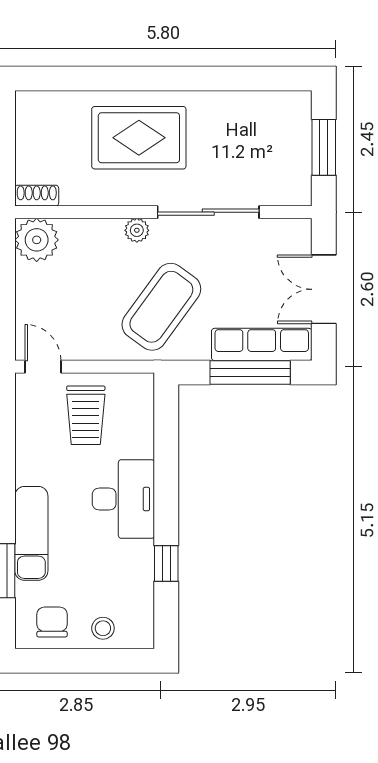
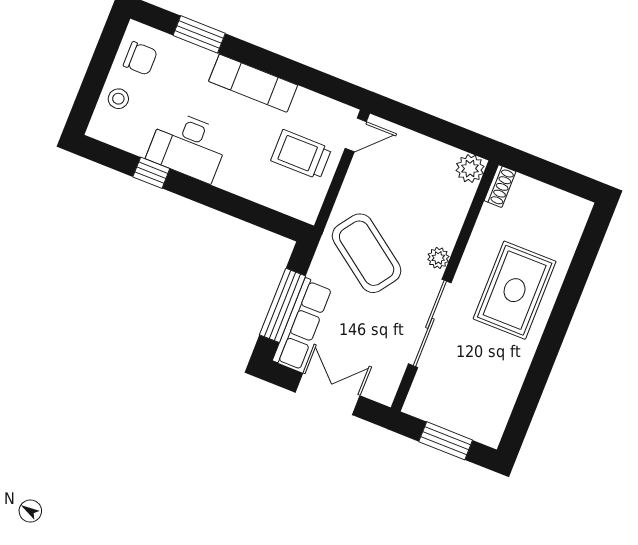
plant: (37, 240) -> (470, 169), width x0.73, depth x0.73
desk: (123, 499) -> (188, 146), moved
exam couch: (31, 533) -> (253, 83), moved

